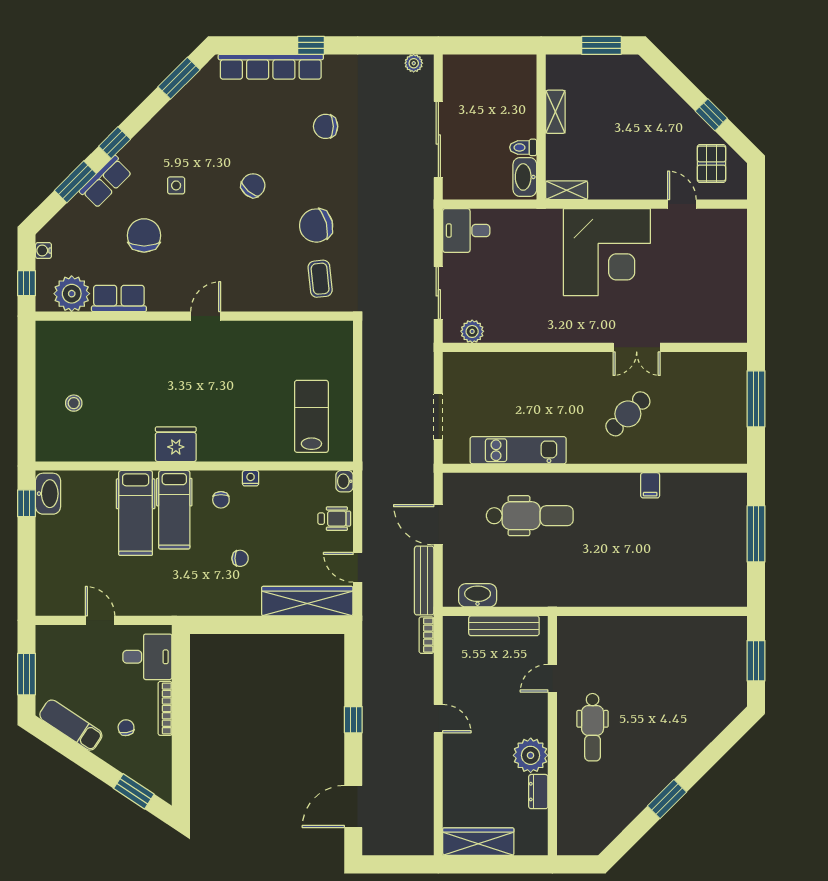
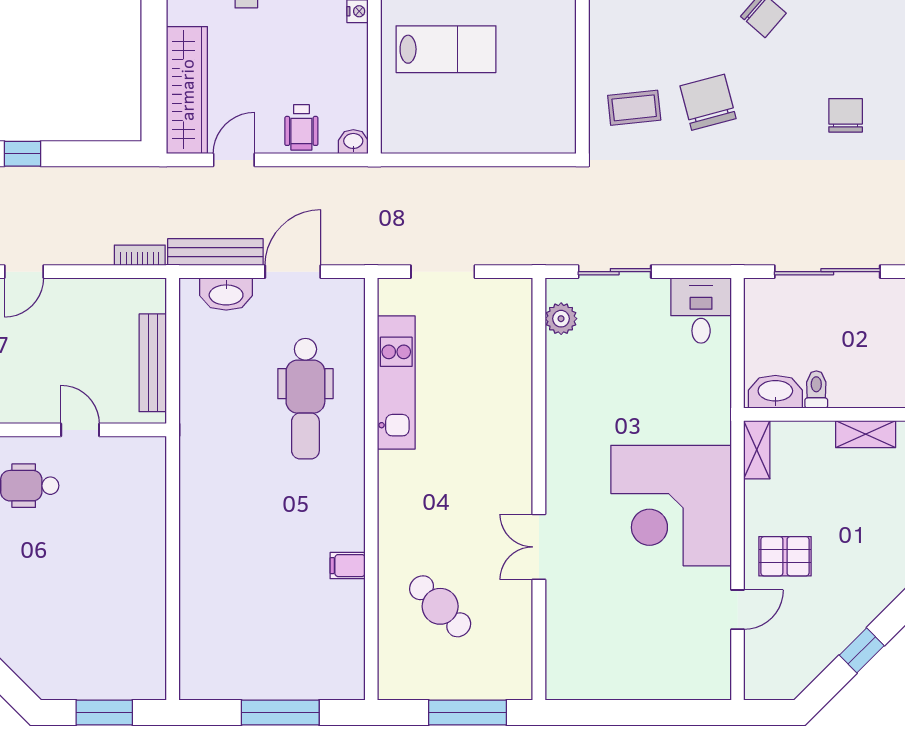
pallet: (712, 163) -> (785, 556), moved
cafe table: (628, 414) -> (440, 606), moved
lab bench: (311, 416) -> (446, 49), moved
washbasin: (478, 595) -> (226, 294), moved, turned 90

